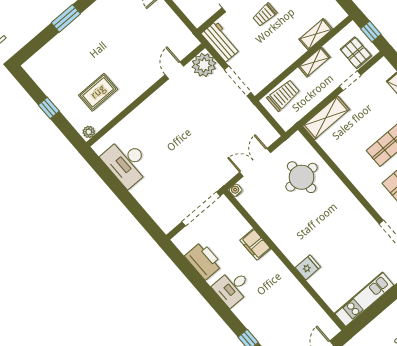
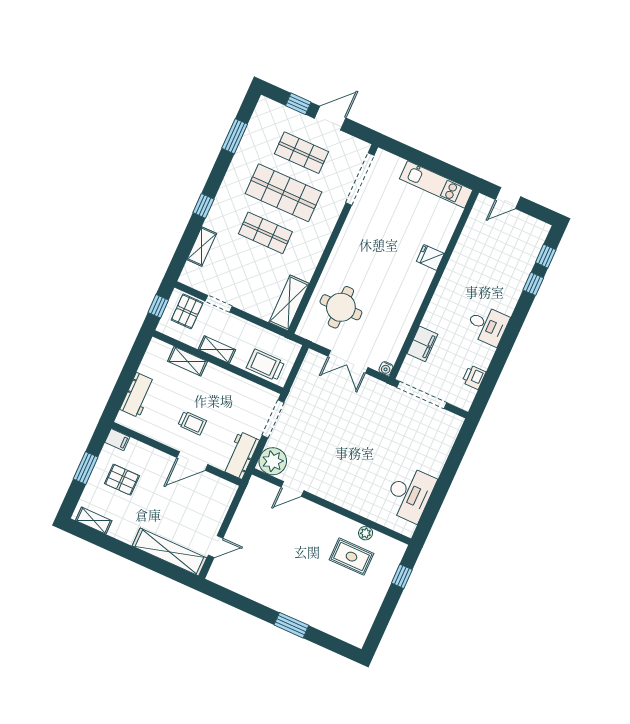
window: (49, 108) -> (402, 576), moved
shelving: (326, 118) -> (289, 303), moved, turned 90
plant: (89, 132) -> (366, 533), moved
filing cabinet: (255, 244) -> (422, 344), moved
printer: (204, 261) -> (474, 377), width x0.53, depth x0.68

